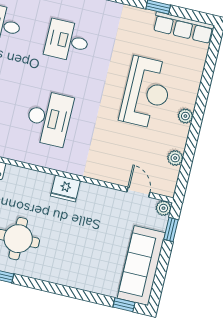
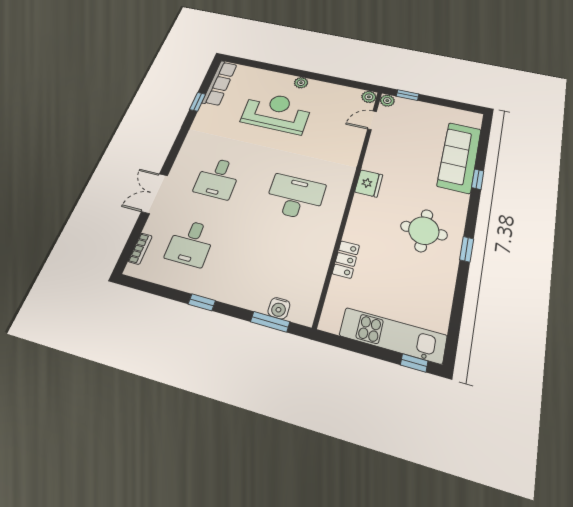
plant: (175, 158) -> (369, 97), moved
sofa: (141, 266) -> (459, 157), moved, turned 90
window: (124, 305) -> (478, 179), moved

